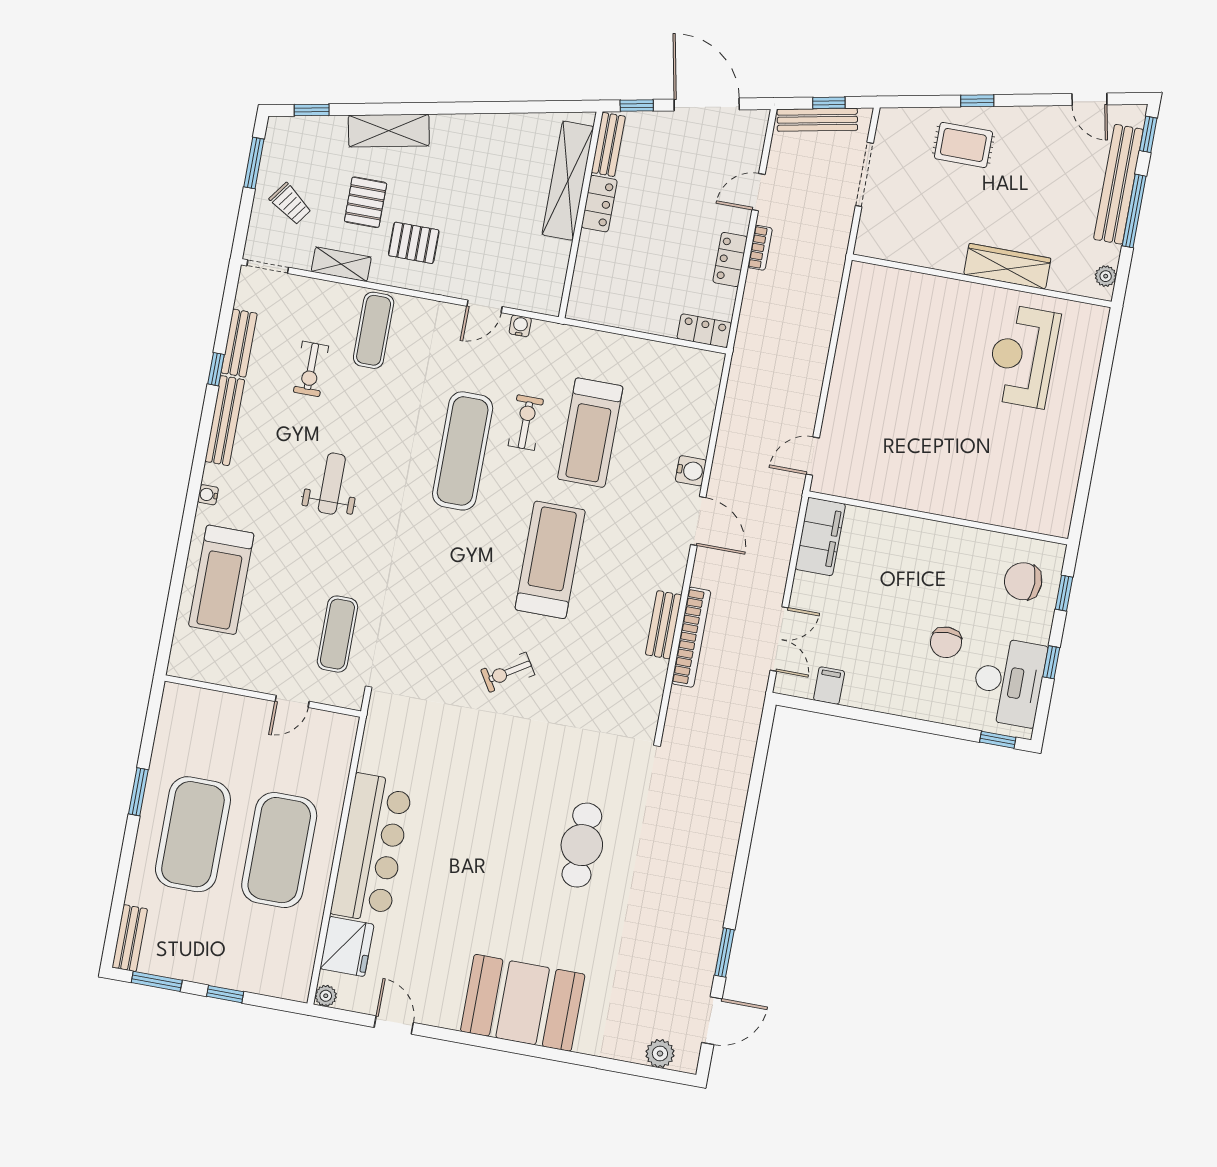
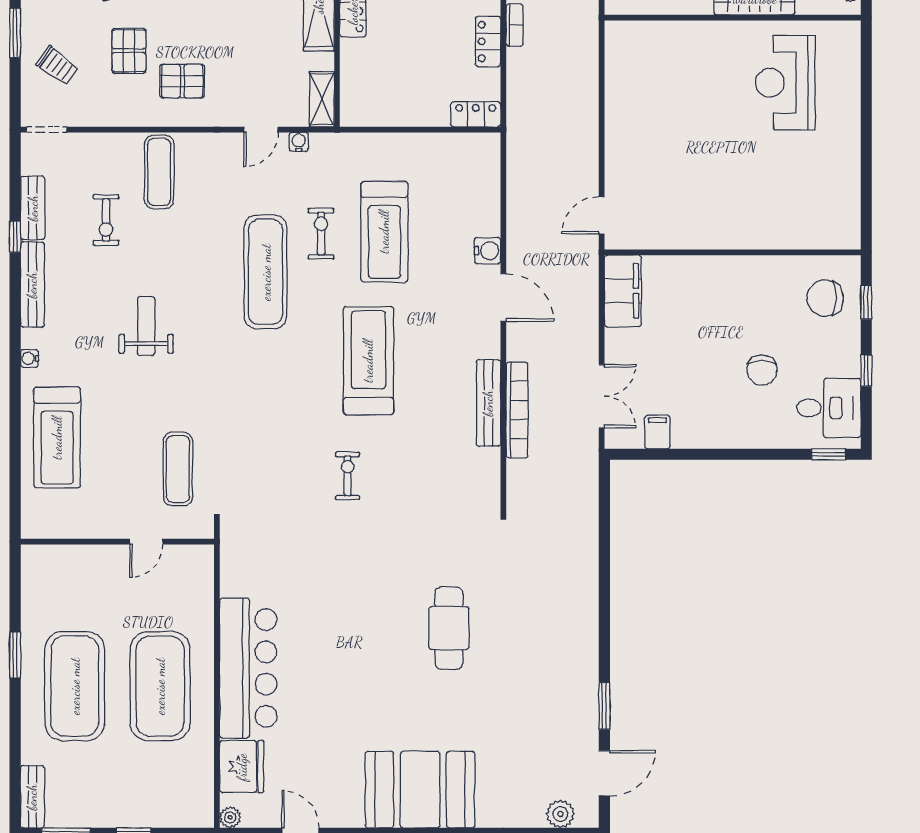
shelving: (341, 264) -> (322, 99), moved, turned 90
bench: (664, 625) -> (488, 403), width x1.36
exercise bike: (508, 672) -> (348, 476), turned 122
desk: (1009, 682) -> (829, 408), width x0.73

